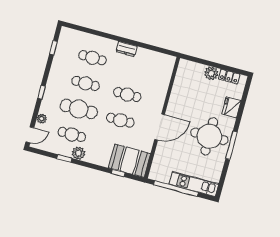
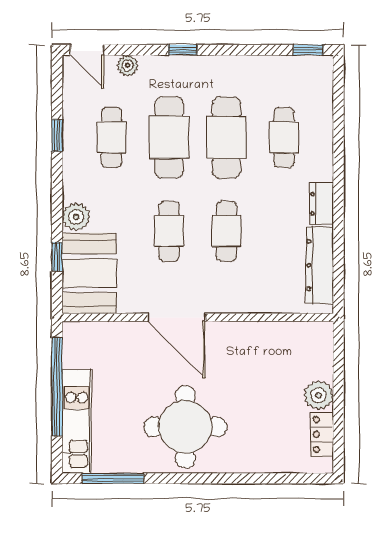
window: (54, 48) -> (308, 50), moved
dresser: (154, 57) -> (320, 265), added
cafe table: (86, 83) -> (226, 137), width x1.37, depth x1.35
fridge: (231, 107) -> (259, 457), removed
window: (231, 145) -> (113, 478), moved
plant: (78, 153) -> (76, 217), moved

